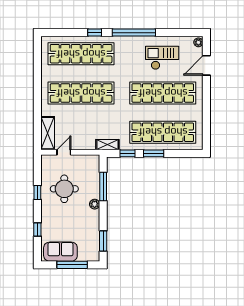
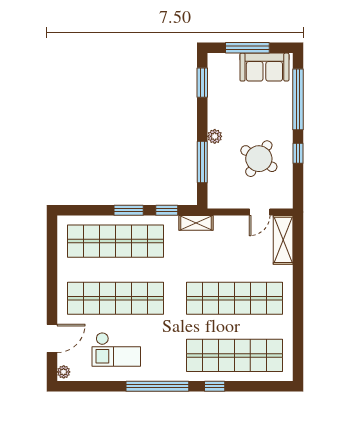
round table: (64, 189) -> (259, 159), turned 32
window: (37, 230) -> (298, 99), width x3.17

